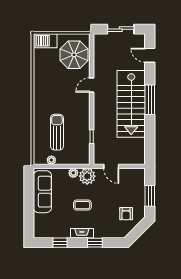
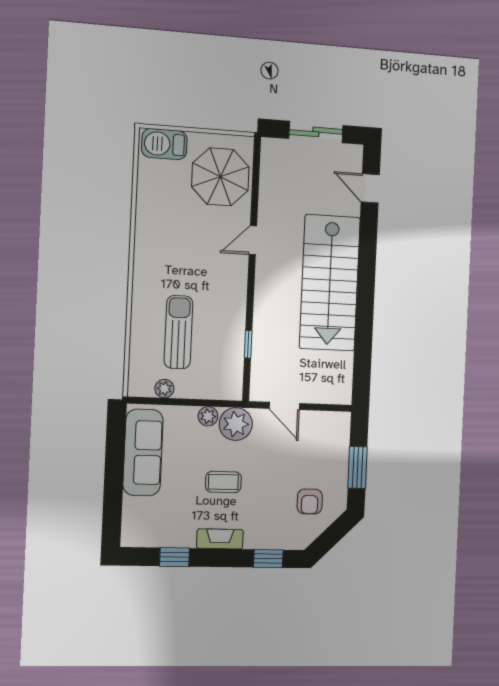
window: (150, 100) -> (366, 277), removed
window: (95, 243) -> (268, 559), moved

